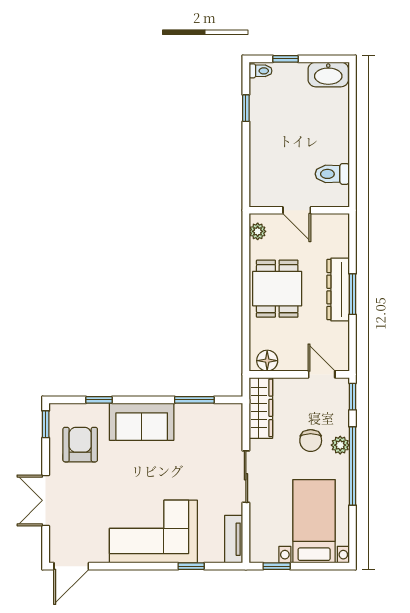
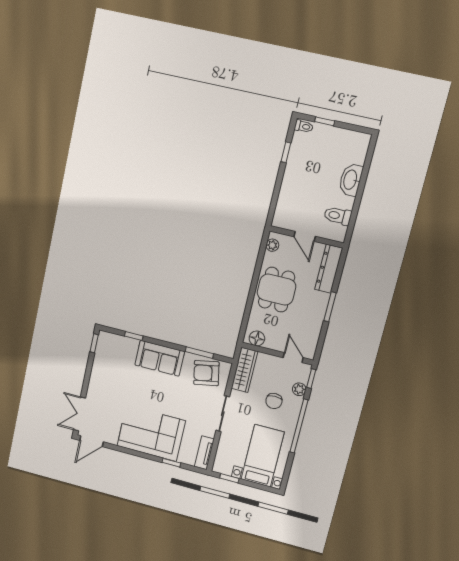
washbasin: (328, 74) -> (351, 180), moved, turned 90
dresser: (338, 290) -> (329, 269), moved
armchair: (80, 445) -> (206, 373), moved, turned -101
plant: (340, 445) -> (299, 389), moved
double door: (46, 500) -> (79, 414), moved

